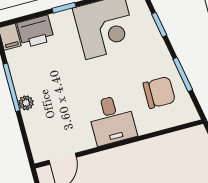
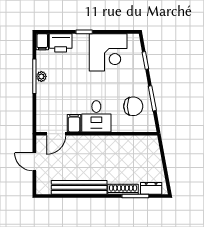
plant: (26, 103) -> (41, 76), moved
filing cabinet: (84, 138) -> (74, 123), added

